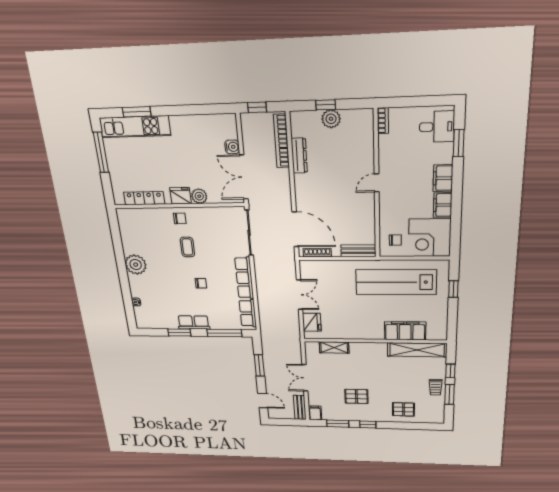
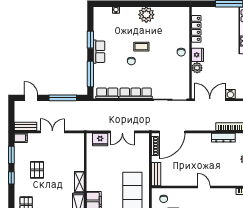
coffee table: (187, 247) -> (141, 47), moved
shelving: (334, 348) -> (79, 182), moved
window: (259, 365) -> (63, 98), width x1.44
door: (263, 400) -> (31, 98), swing flipped

